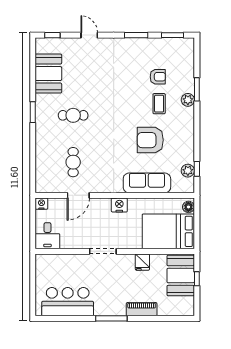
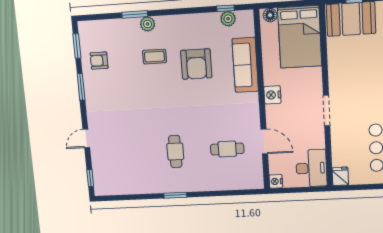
booth: (48, 74) -> (132, 180), removed
armchair: (158, 77) -> (99, 61), moved, turned -90
desk: (47, 236) -> (311, 168), width x1.37
fridge: (142, 262) -> (340, 176), moved, turned -90

